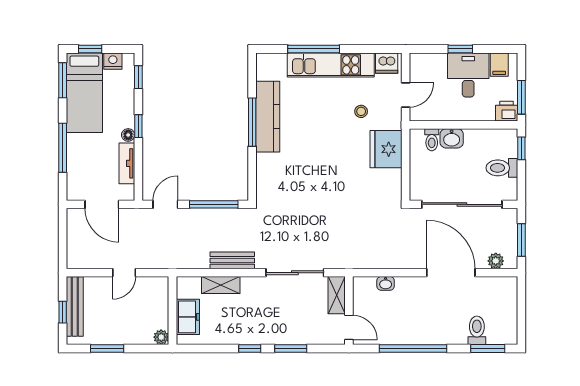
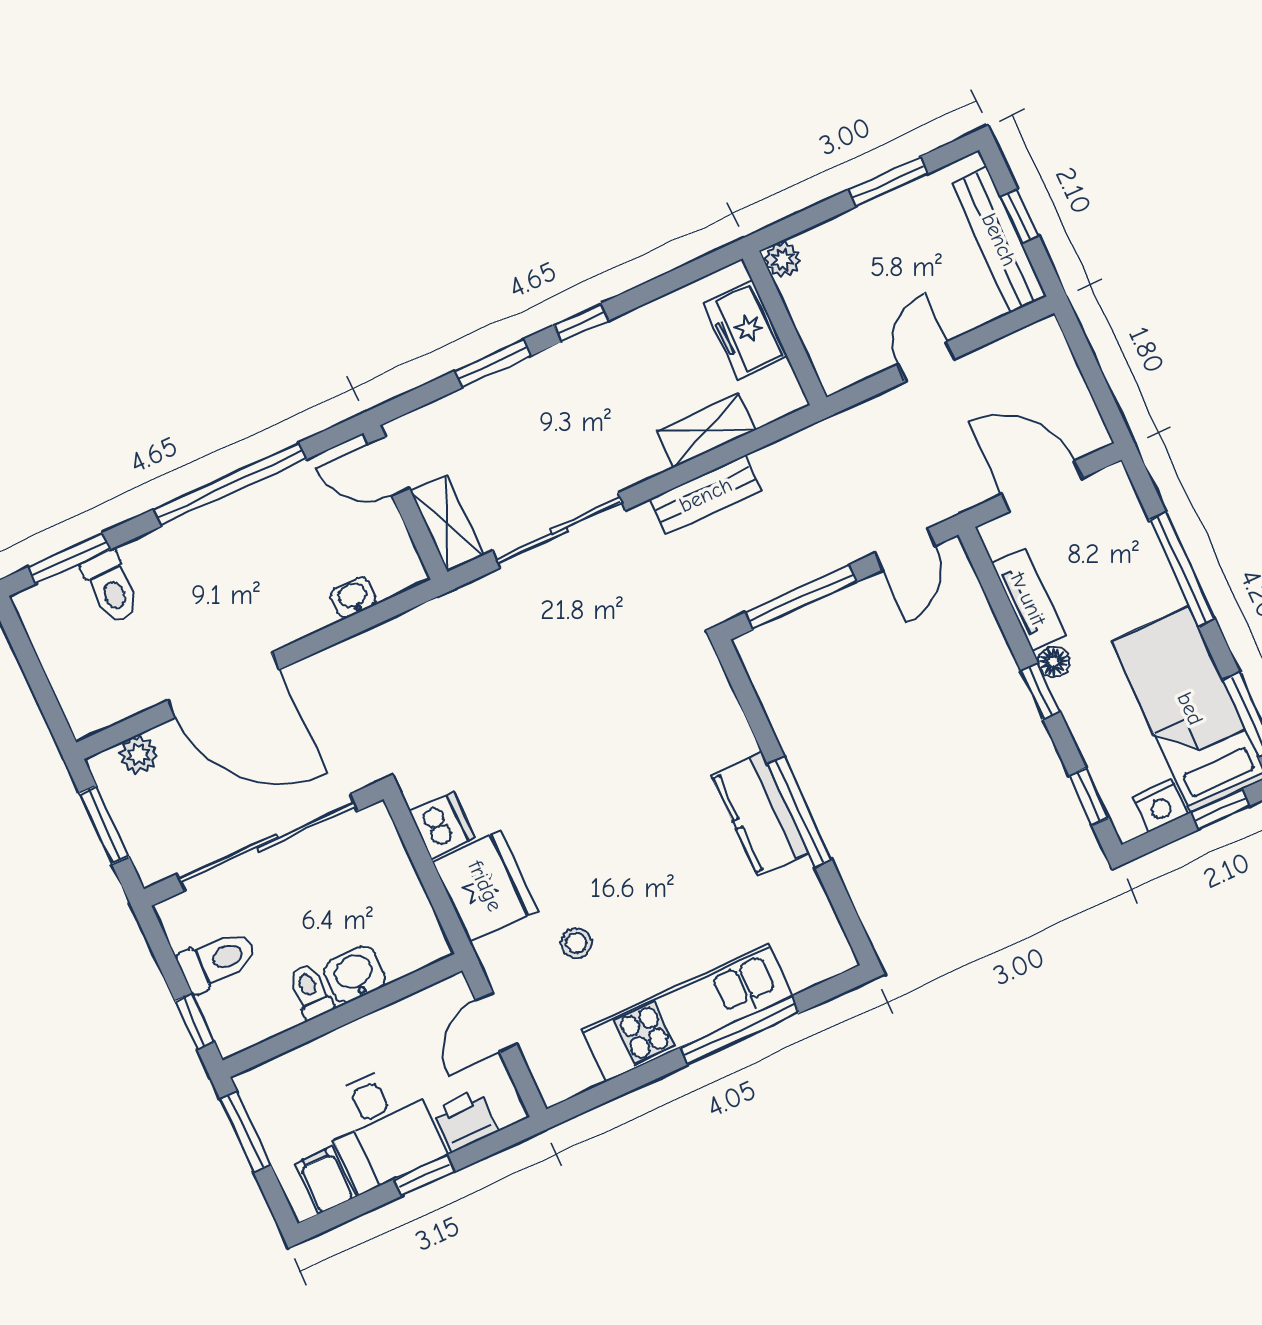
dishwasher: (387, 63) -> (442, 825), moved, turned 90
printer: (507, 111) -> (465, 1121), moved, turned 180
kitchen counter: (268, 117) -> (760, 814), width x0.67
toilet: (432, 140) -> (310, 991), moved

